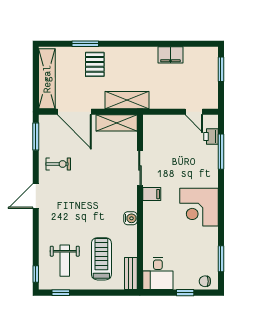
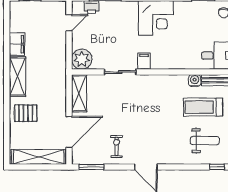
window: (85, 44) -> (7, 122), removed
shelving: (127, 100) -> (18, 77), moved
plant: (154, 126) -> (82, 59), added
water cooler: (130, 218) -> (195, 81), moved

